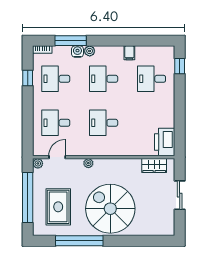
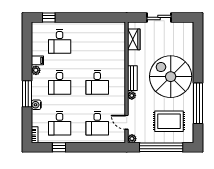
window: (71, 41) -> (27, 94), moved
plant: (90, 51) -> (36, 70), moved
printer: (165, 142) -> (114, 30), removed
bench: (109, 164) -> (132, 78), added
spiral stairs: (110, 209) -> (171, 77), turned 90

